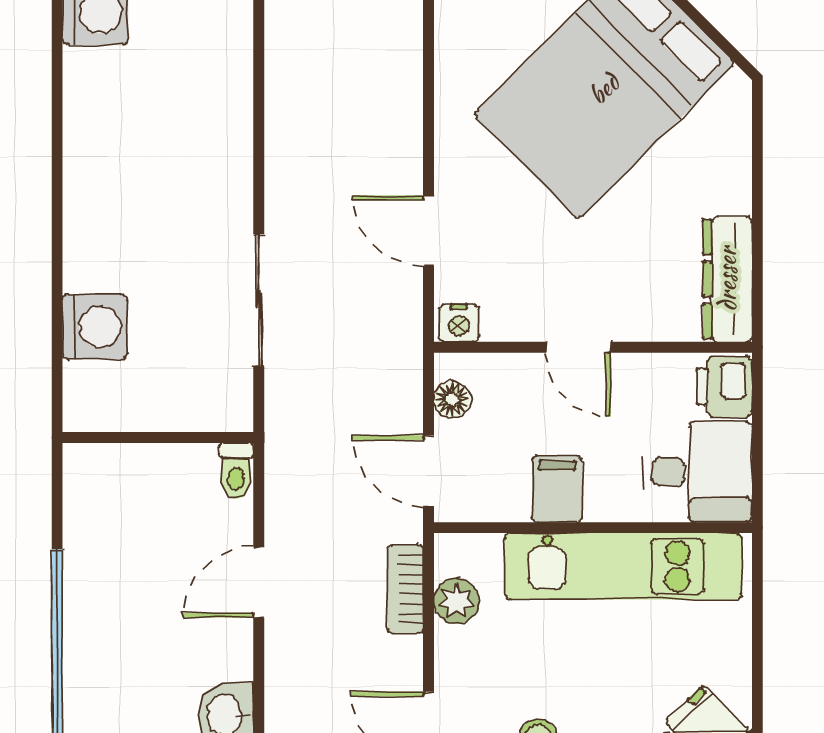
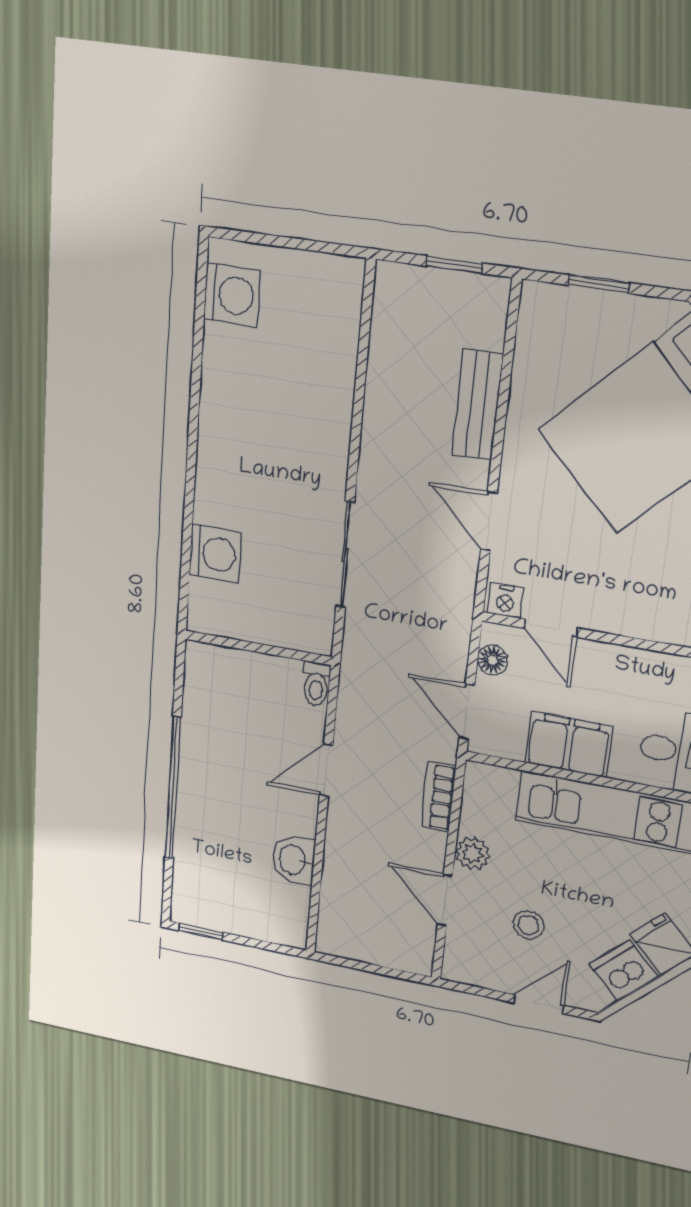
bench: (400, 97) -> (478, 405), added
door: (578, 347) -> (551, 628), moved
filing cabinet: (557, 489) -> (569, 745), width x2.00
plant: (456, 601) -> (473, 854), moved

